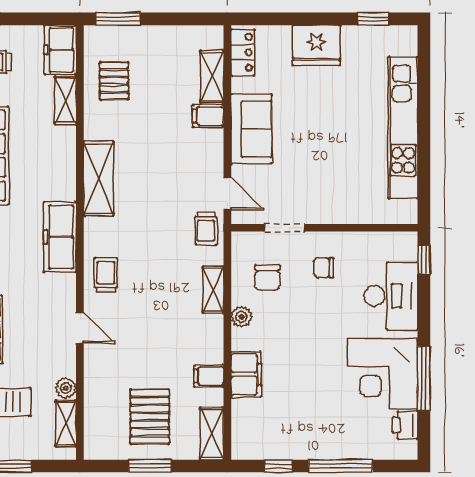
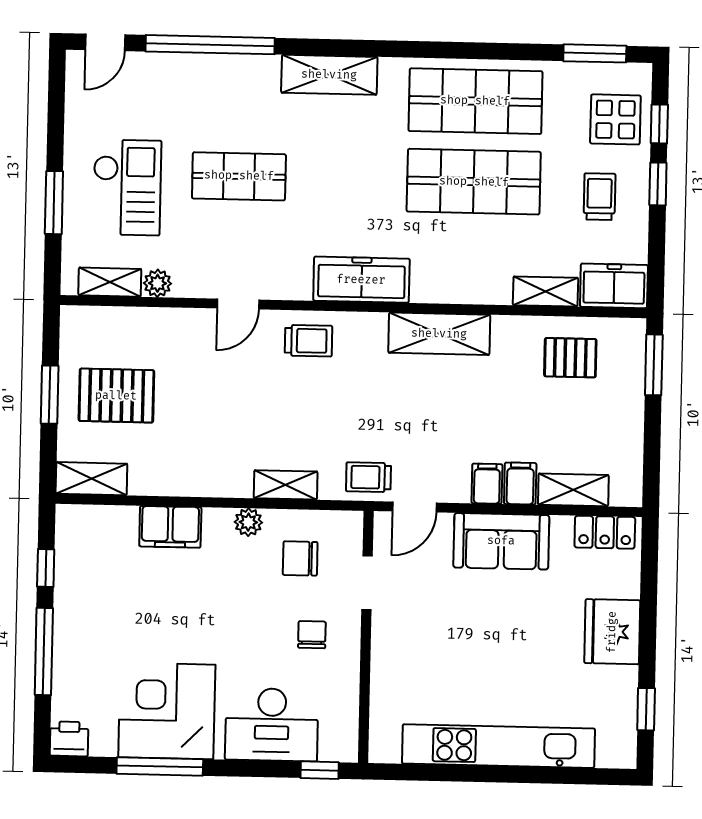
filing cabinet: (209, 376) -> (487, 484), moved
printer: (405, 425) -> (69, 739), moved

